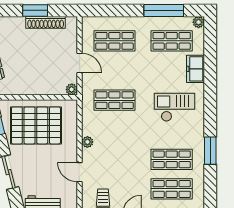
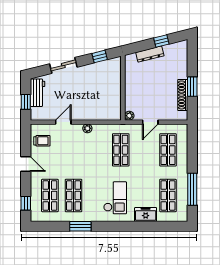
plant: (199, 22) -> (183, 217), removed
pallet: (36, 125) -> (101, 87), removed

